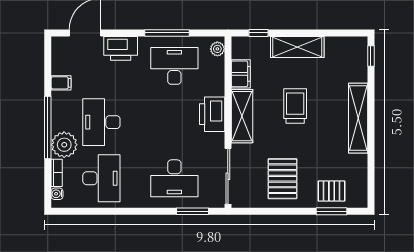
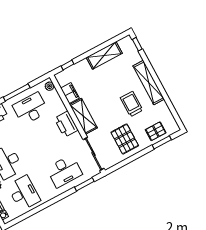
shelving: (297, 47) -> (104, 55), moved
trolley: (295, 106) -> (132, 104), moved

